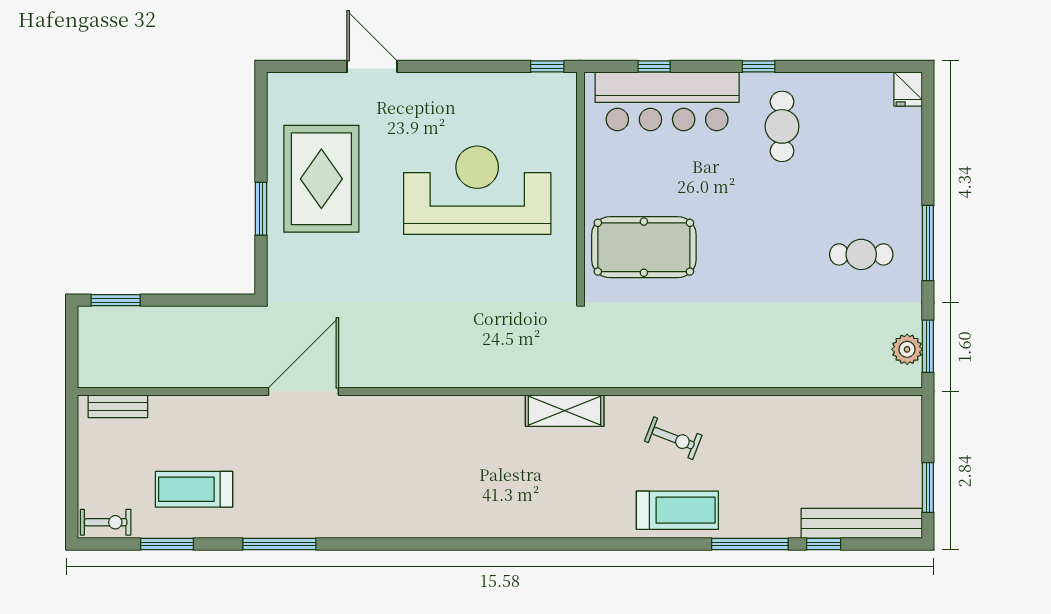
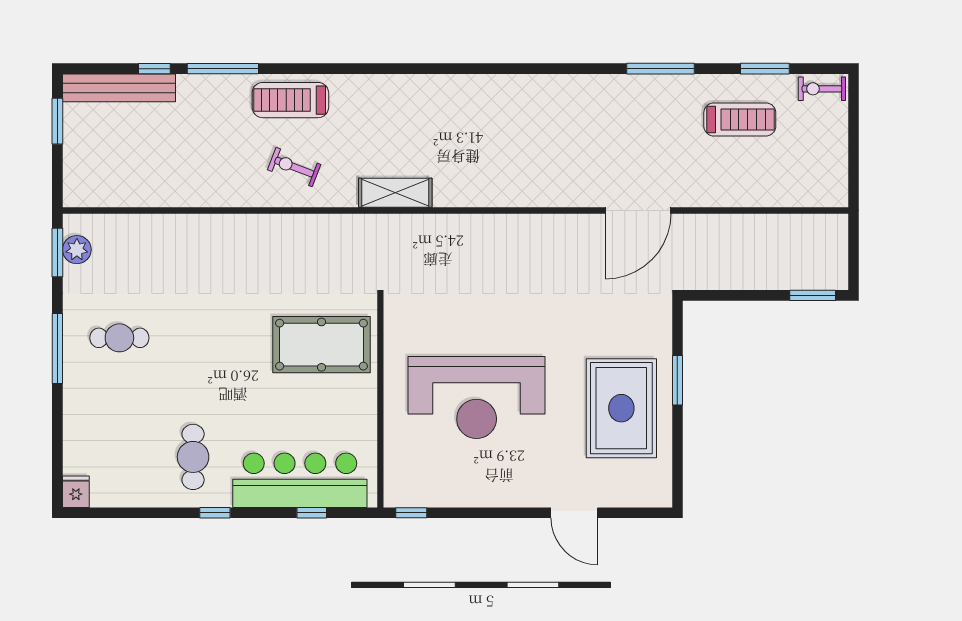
bench: (118, 406) -> (811, 197), removed

